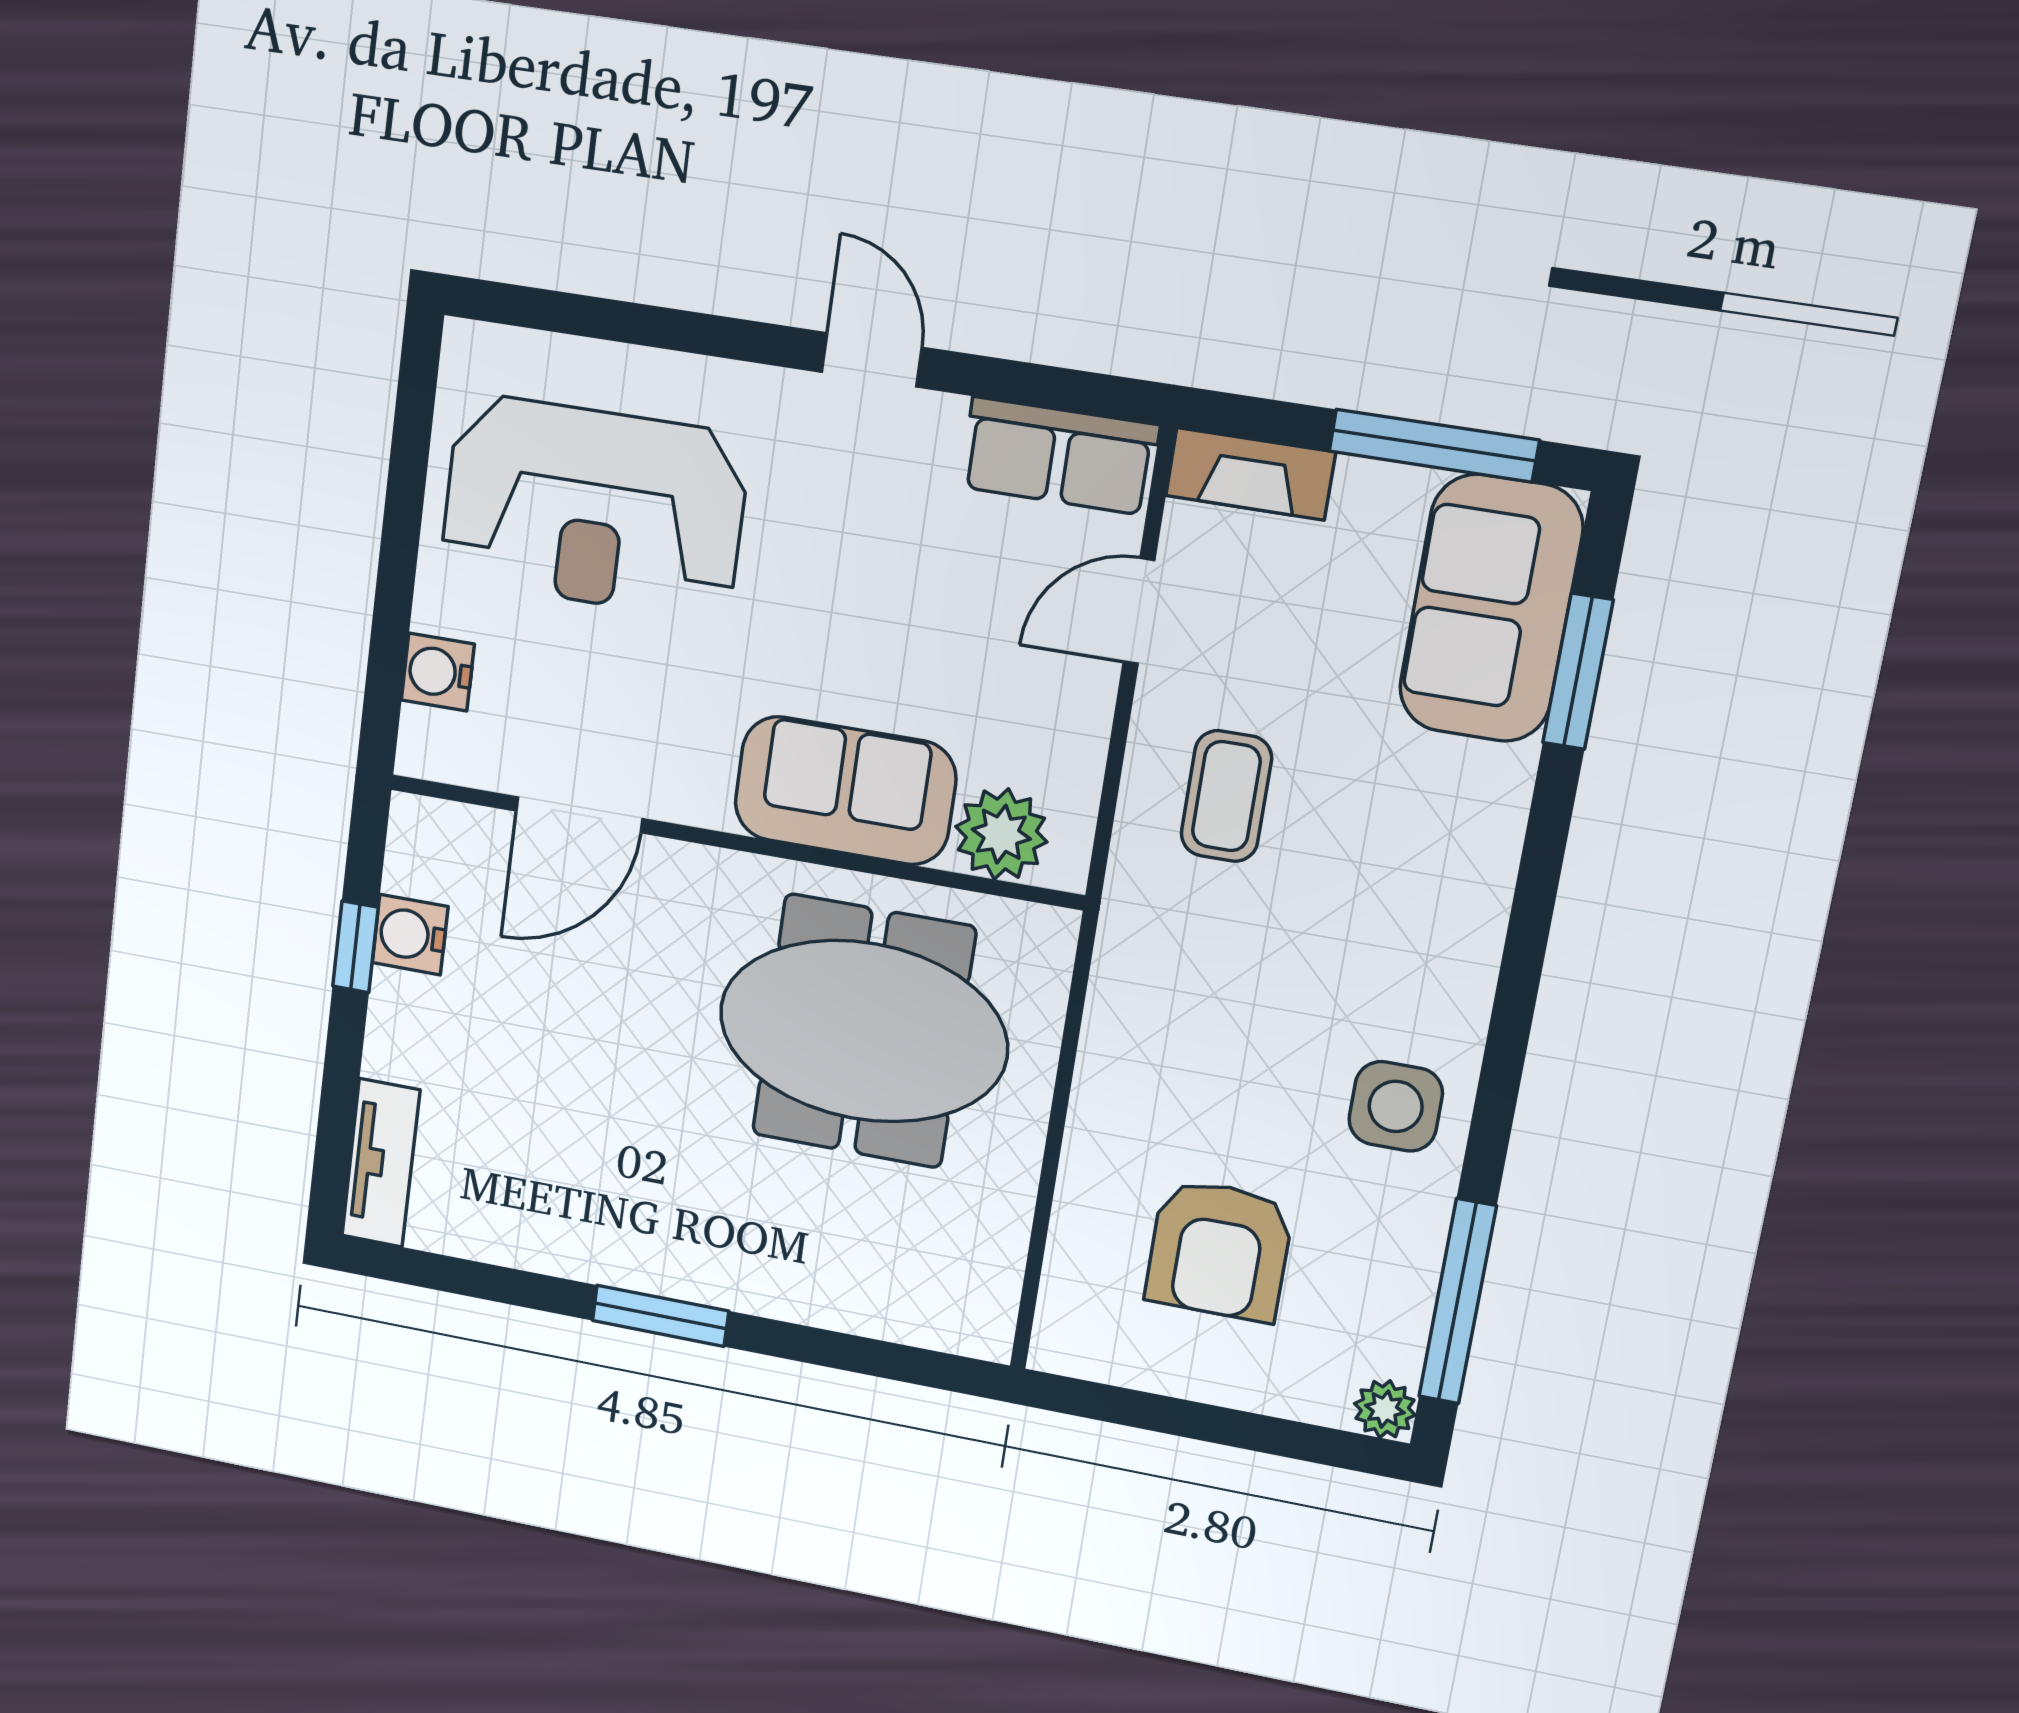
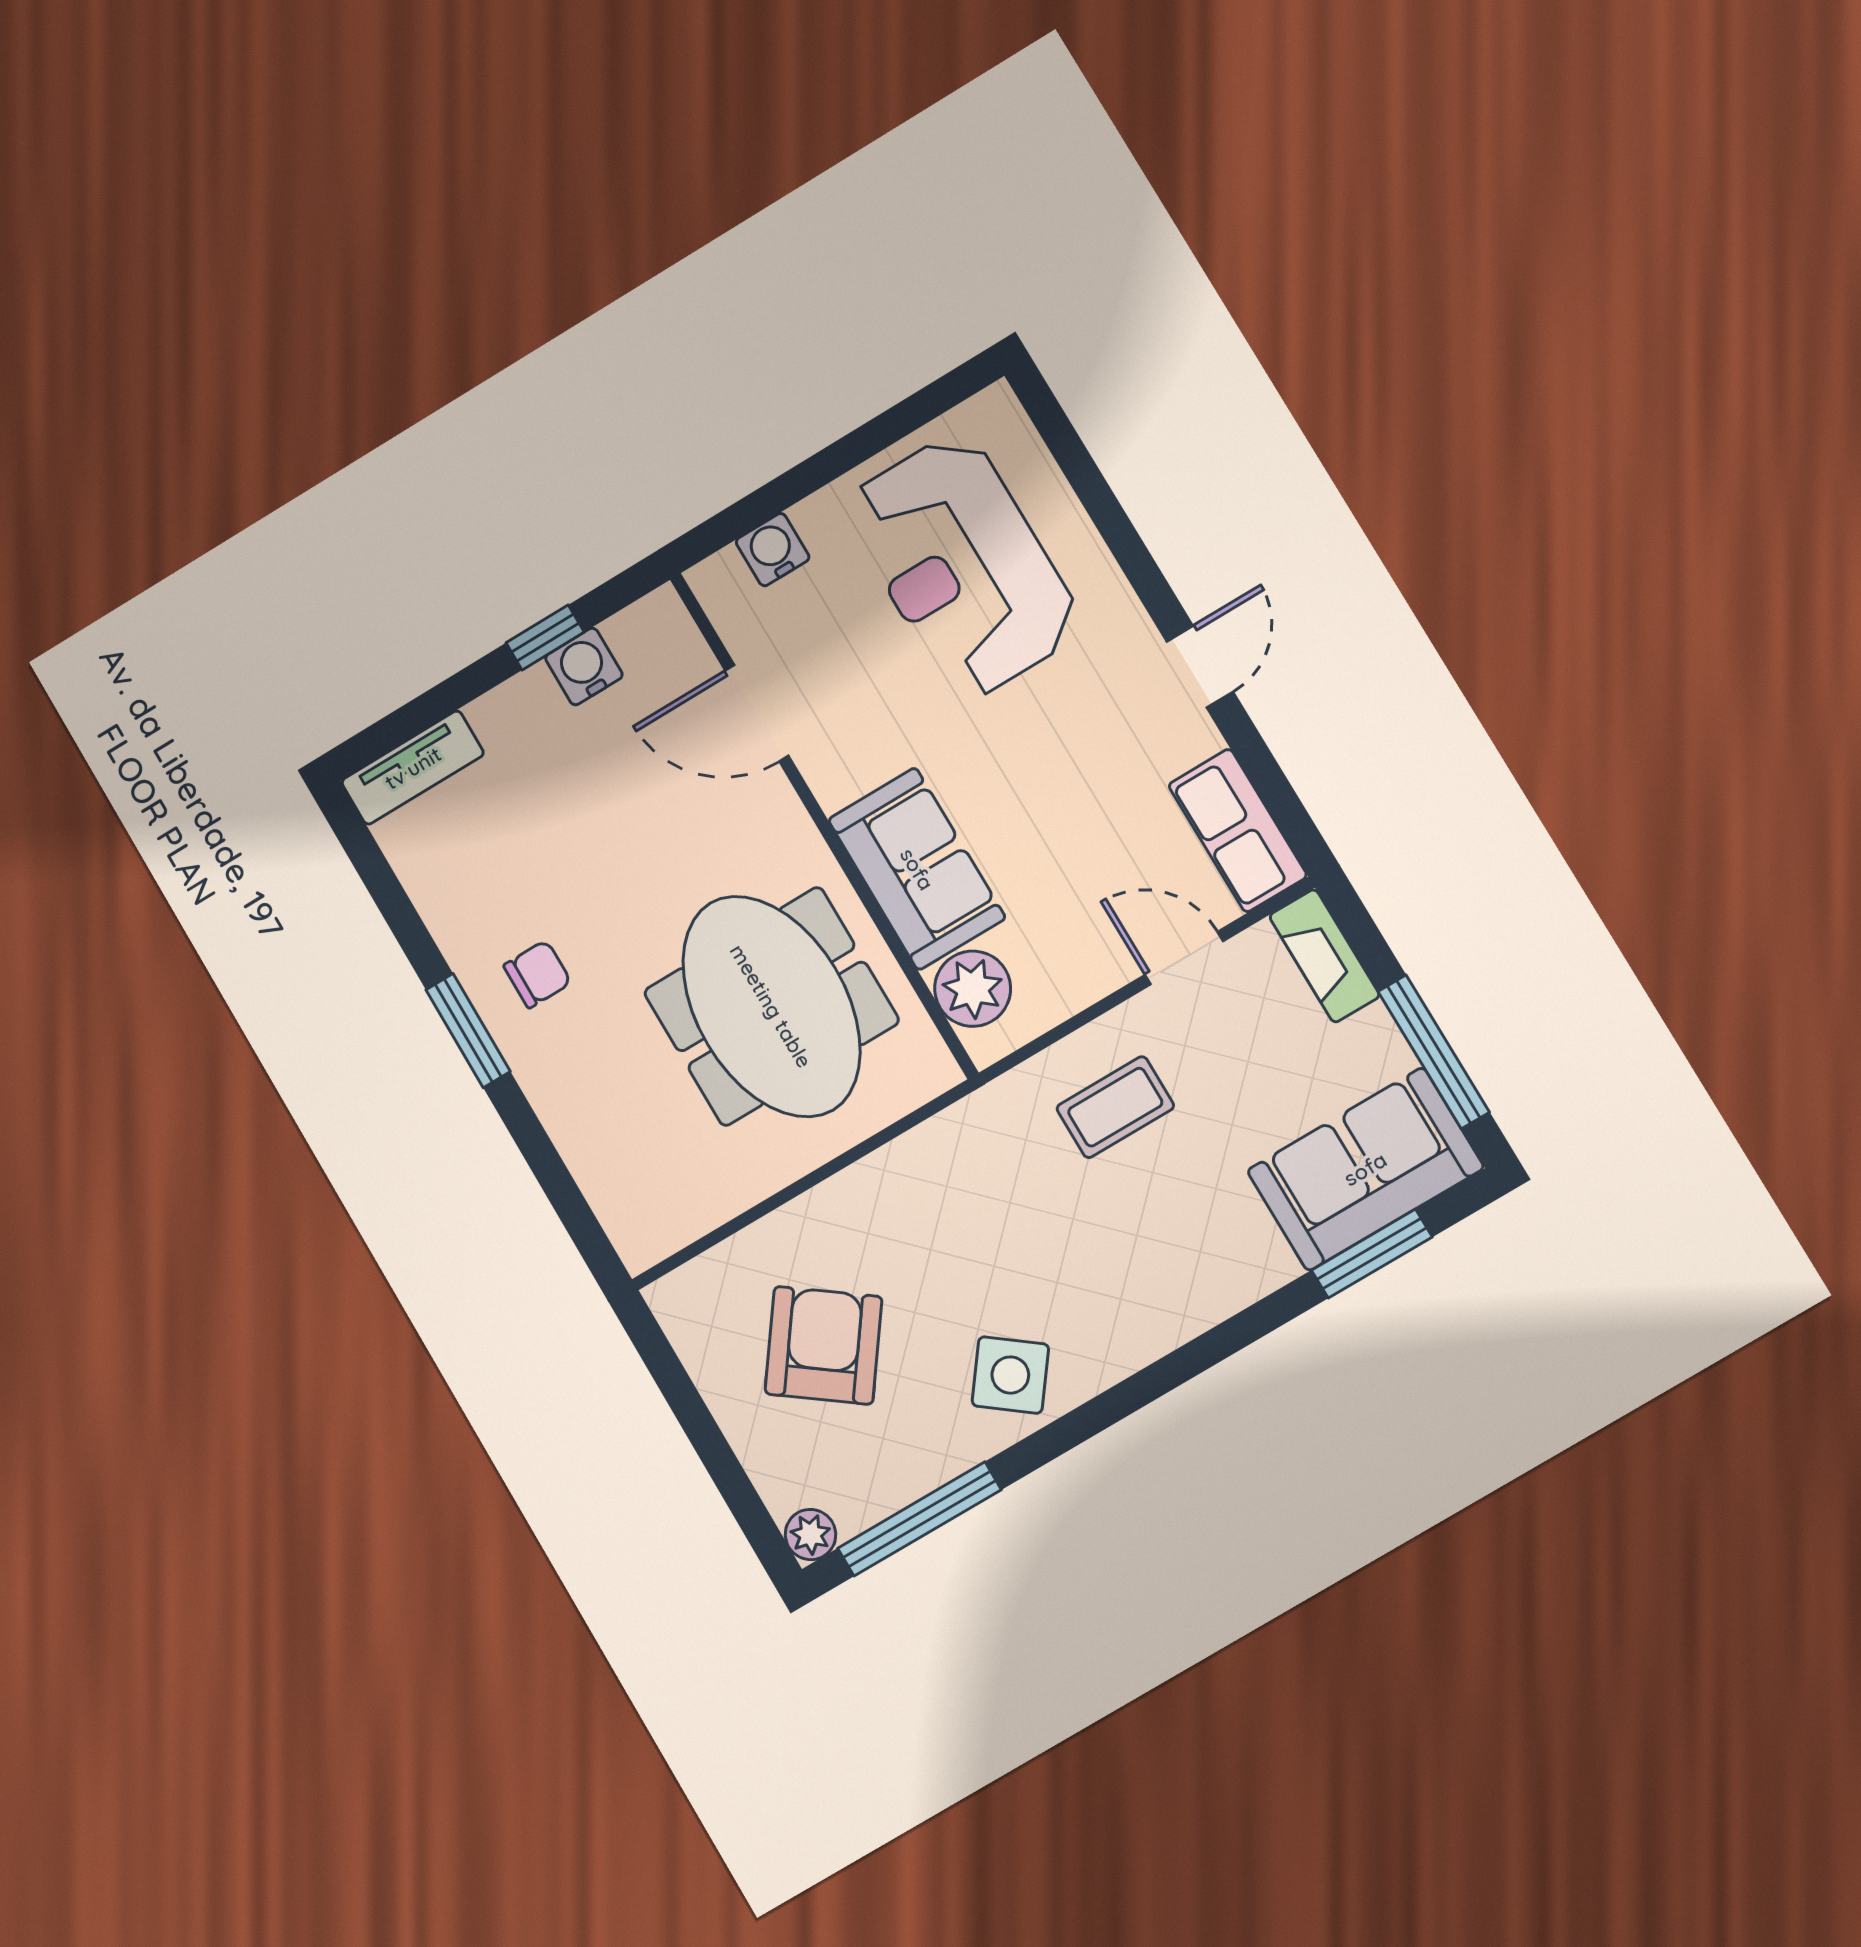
side table: (1396, 1106) -> (1010, 1375), turned 37
chair: (659, 1213) -> (537, 974), added
armchair: (1219, 1250) -> (823, 1345), turned 126

